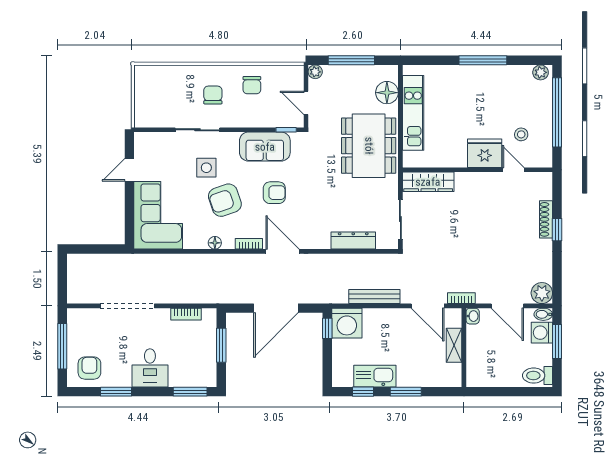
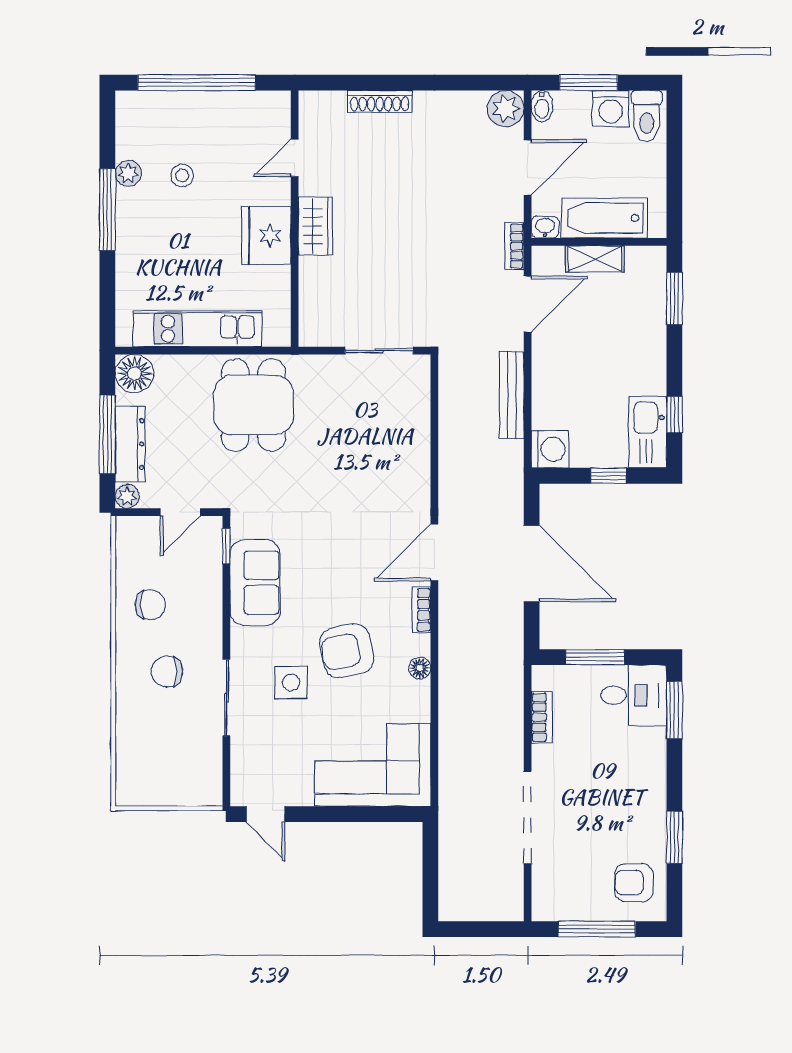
plant: (541, 72) -> (128, 173), moved
floor lamp: (387, 93) -> (134, 374), moved
stool: (521, 134) -> (182, 175), moved
dining table: (369, 146) -> (253, 405), width x0.73
fridge: (485, 153) -> (266, 236), moved
door: (129, 170) -> (266, 814), moved
wardrobe: (428, 182) -> (315, 226), moved, width x0.67
armchair: (274, 193) -> (334, 566), removed
armchair: (225, 200) -> (347, 651), turned 98
window: (557, 230) -> (397, 83), removed
dresser: (353, 241) -> (130, 444), moved, turned 180
washing machine: (347, 323) -> (550, 449), width x0.73, depth x0.73
window: (327, 328) -> (608, 476), moved
washing machine: (542, 333) -> (611, 109), moved
bathtub: (478, 351) -> (604, 218), added
desk: (150, 368) -> (634, 695), moved
kitchen sink: (375, 376) -> (648, 432), moved
window: (406, 392) -> (674, 298), moved

